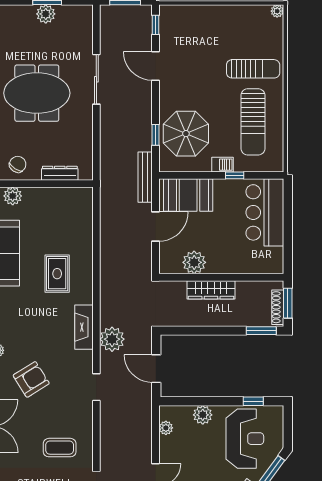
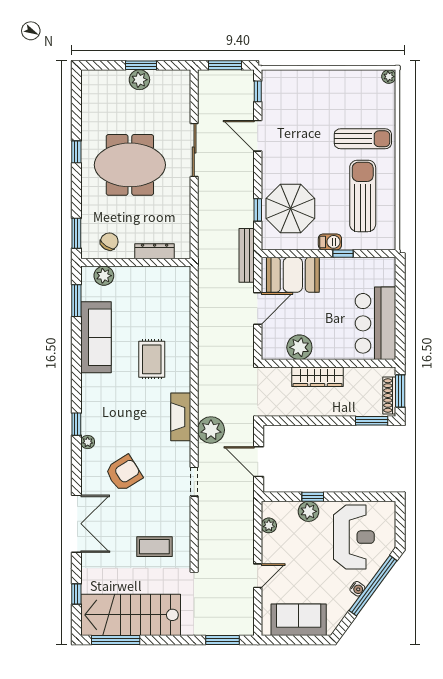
sun lounger: (253, 122) -> (363, 196), turned 180
bar counter: (265, 212) -> (375, 323), moved
window: (253, 401) -> (313, 497), moved

